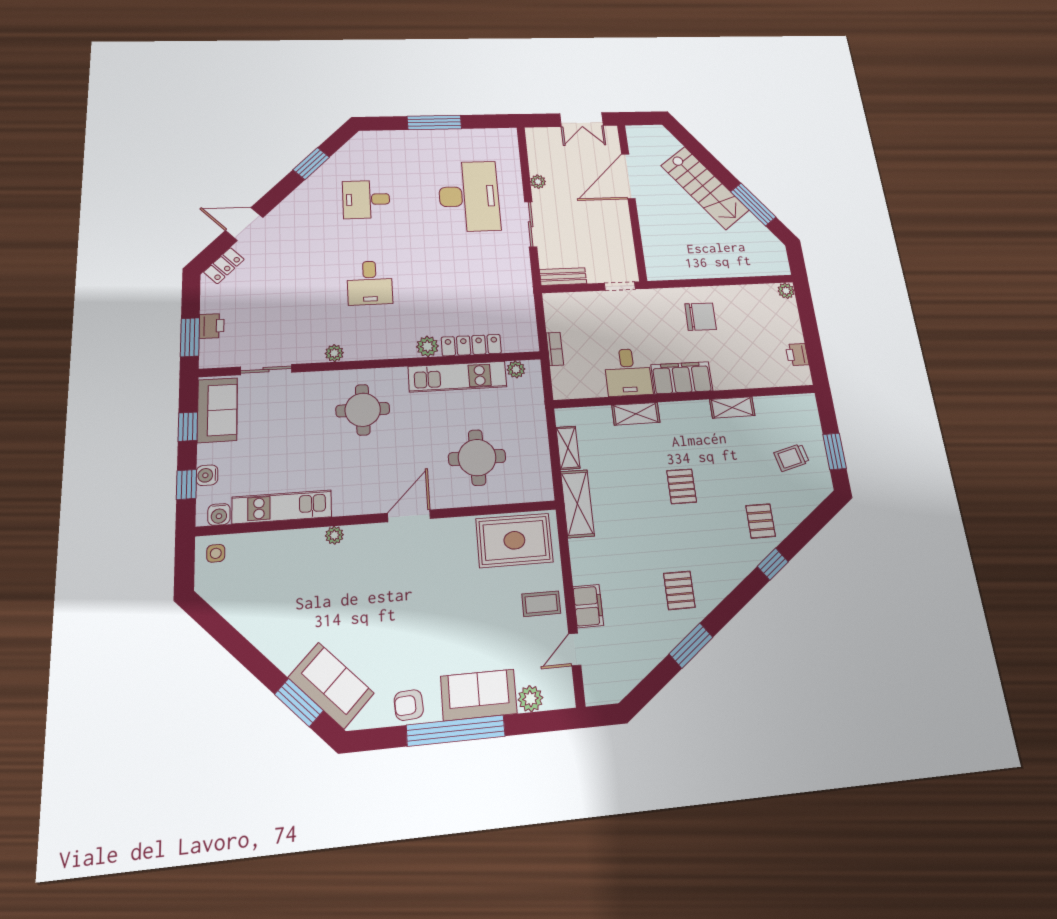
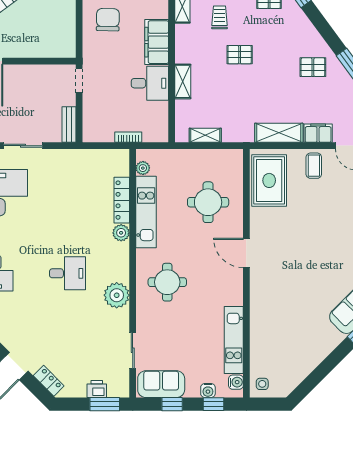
plant: (334, 353) -> (117, 295), width x1.88, depth x1.88
trolley: (726, 456) -> (219, 17), added
shelving: (577, 504) -> (279, 133), moved
plant: (334, 535) -> (256, 305), removed

